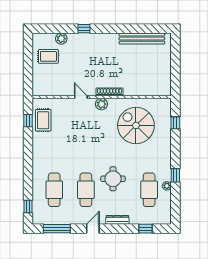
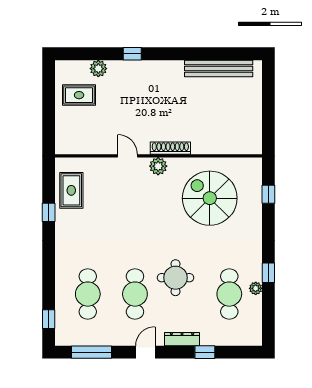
window: (28, 121) -> (49, 212), moved
window: (146, 229) -> (205, 352), moved

